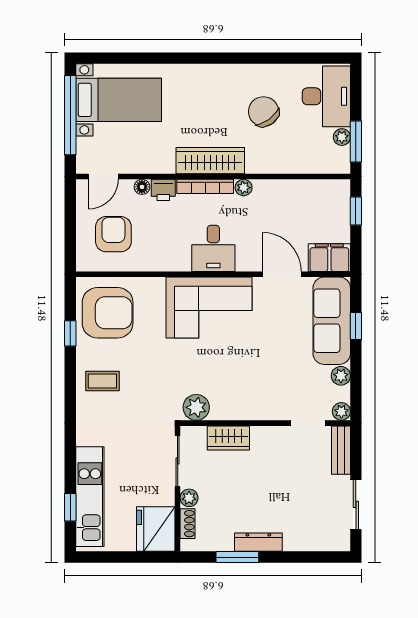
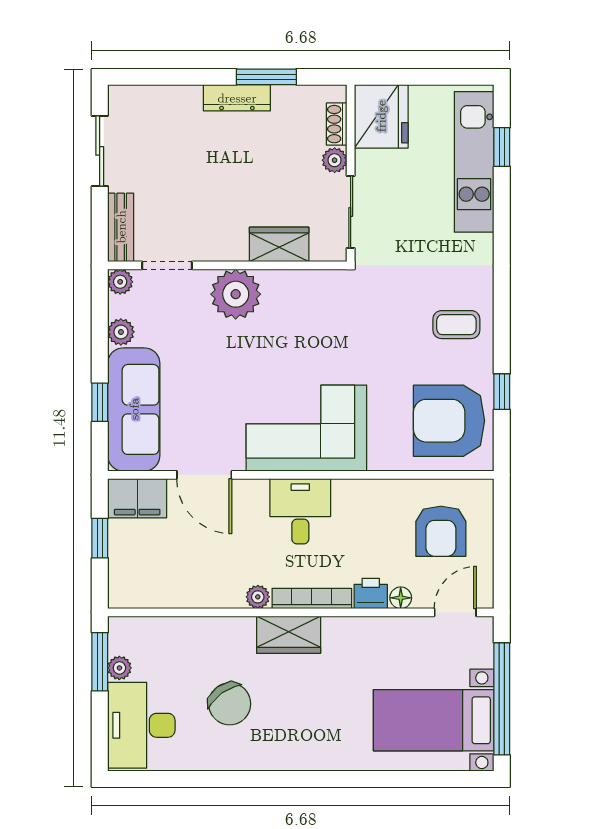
wardrobe: (210, 161) -> (289, 635), width x0.67
window: (356, 211) -> (100, 538), moved
plant: (196, 407) -> (236, 294), moved, width x1.36, depth x1.36

